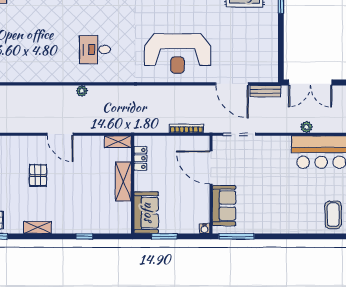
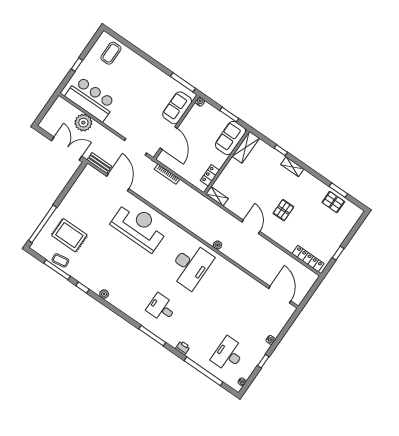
desk: (95, 50) -> (191, 266), width x1.87, depth x1.30
plant: (307, 127) -> (83, 123), width x1.87, depth x1.87
shelving: (123, 181) -> (246, 147), moved
shelving: (37, 227) -> (292, 167), moved

